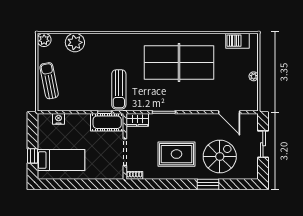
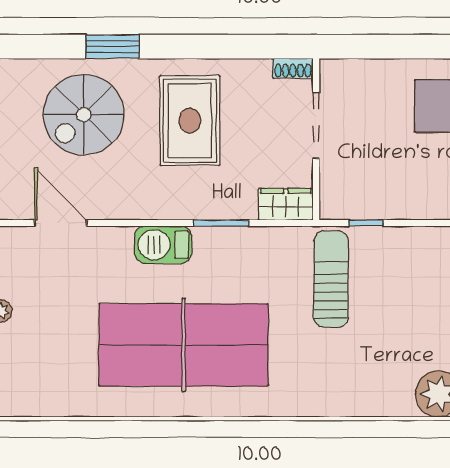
barbecue: (237, 41) -> (163, 245), moved, turned 180
cot: (107, 122) -> (360, 199), removed
rug: (176, 154) -> (190, 121), turned 90

